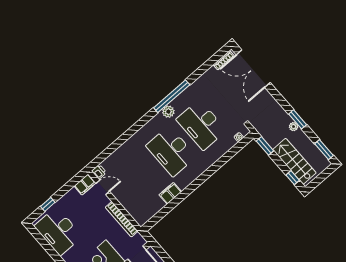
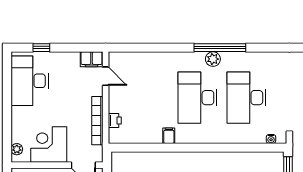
window: (172, 96) -> (220, 48), moved
plant: (168, 112) -> (213, 59), moved
printer: (99, 172) -> (115, 120), moved
filing cabinet: (170, 193) -> (169, 136), width x0.50

